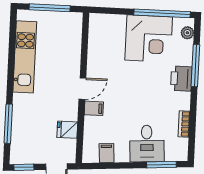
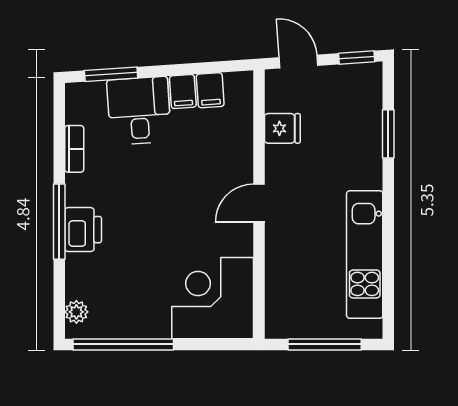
corner desk: (149, 39) -> (213, 298), moved
window: (195, 66) -> (59, 222), moved
filing cabinet: (94, 108) -> (183, 92), moved, turned -94
window: (8, 124) -> (388, 134), width x0.69

